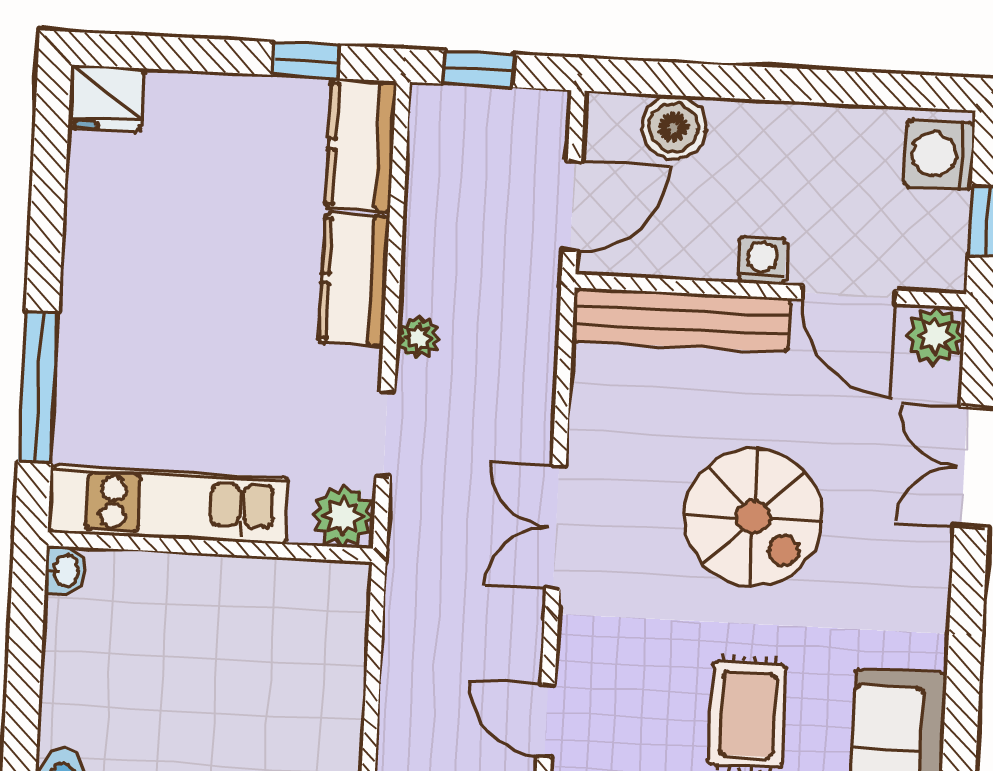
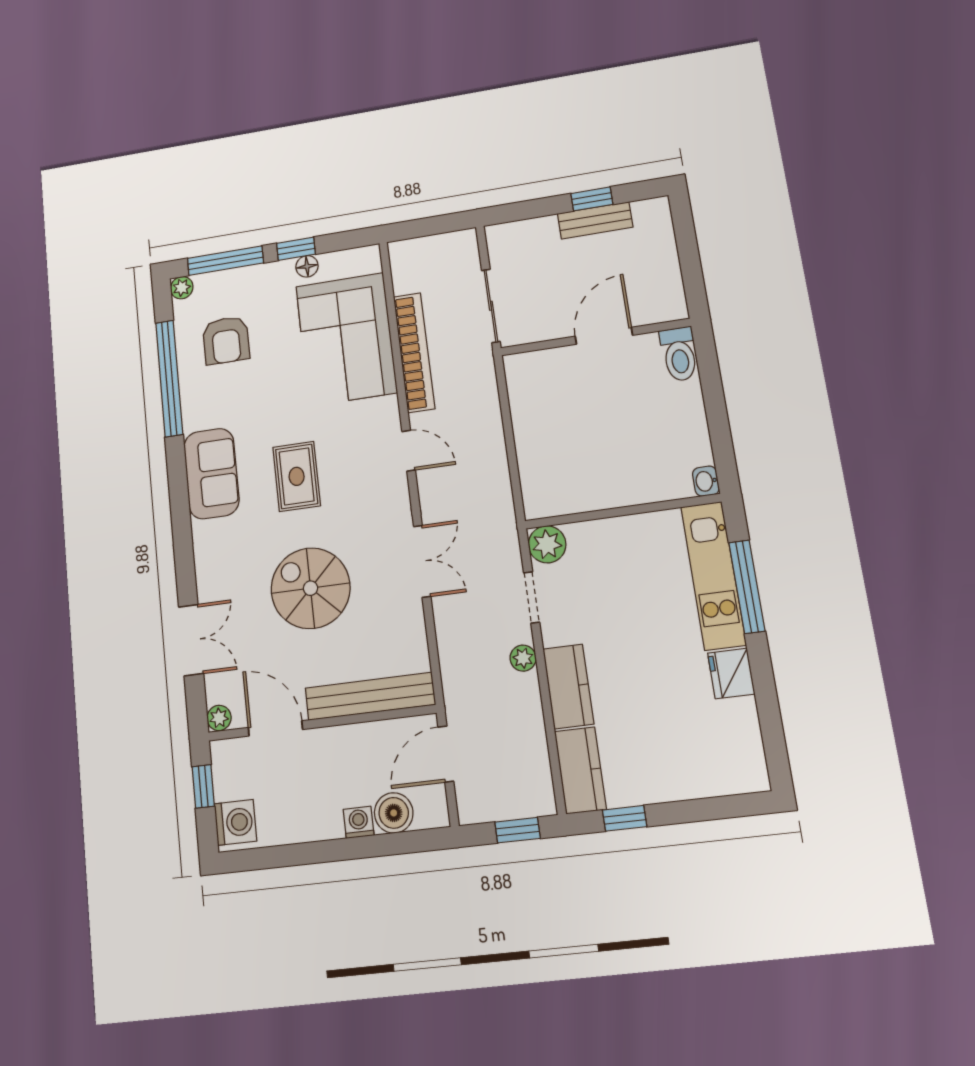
fridge: (106, 98) -> (731, 673), moved, turned -90
washing machine: (762, 260) -> (359, 822), moved, turned 180
plant: (935, 336) -> (219, 718), width x0.73, depth x0.73
kitchen unit: (168, 505) -> (713, 575), moved, turned 90

